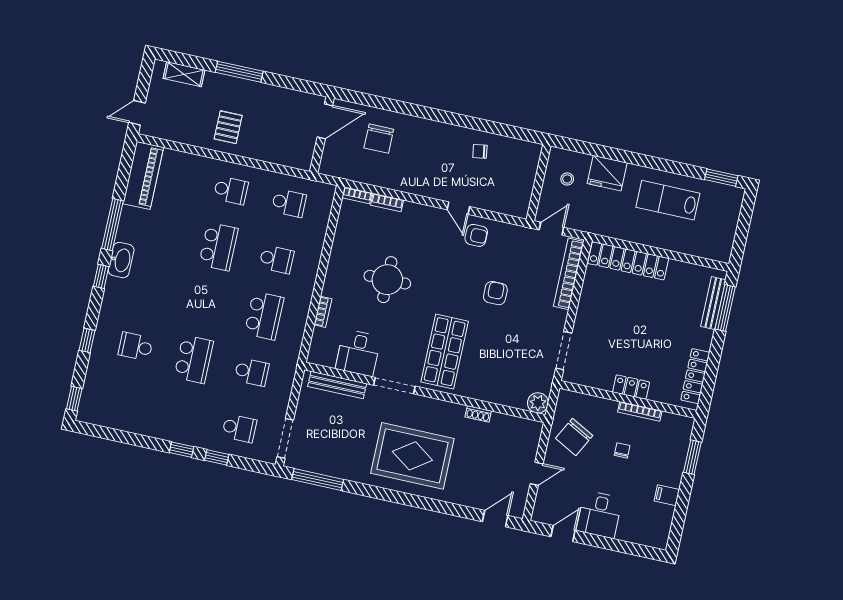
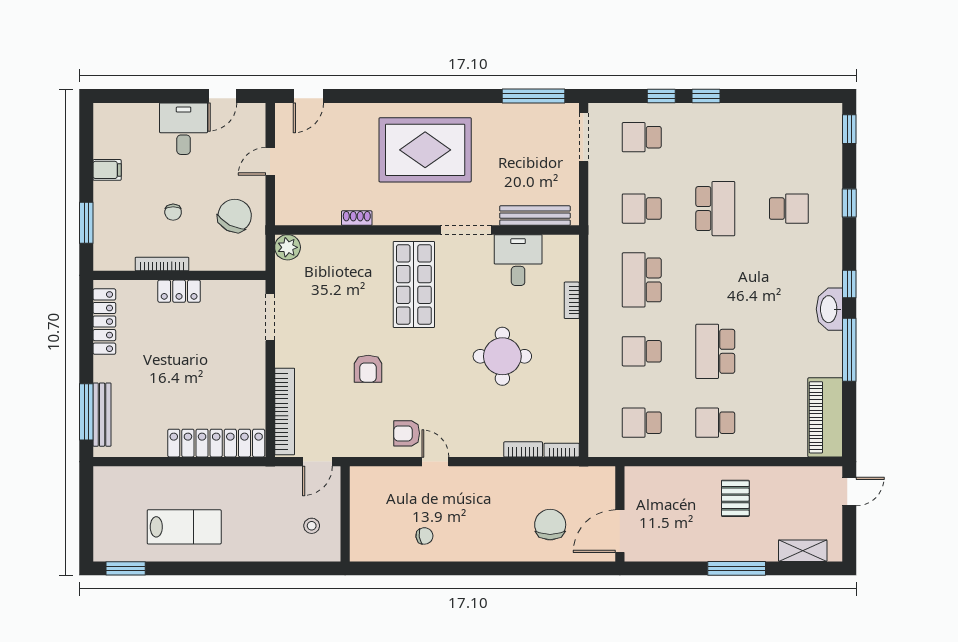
fridge: (607, 173) -> (265, 543), removed
school desk: (194, 359) -> (715, 209), turned 180

